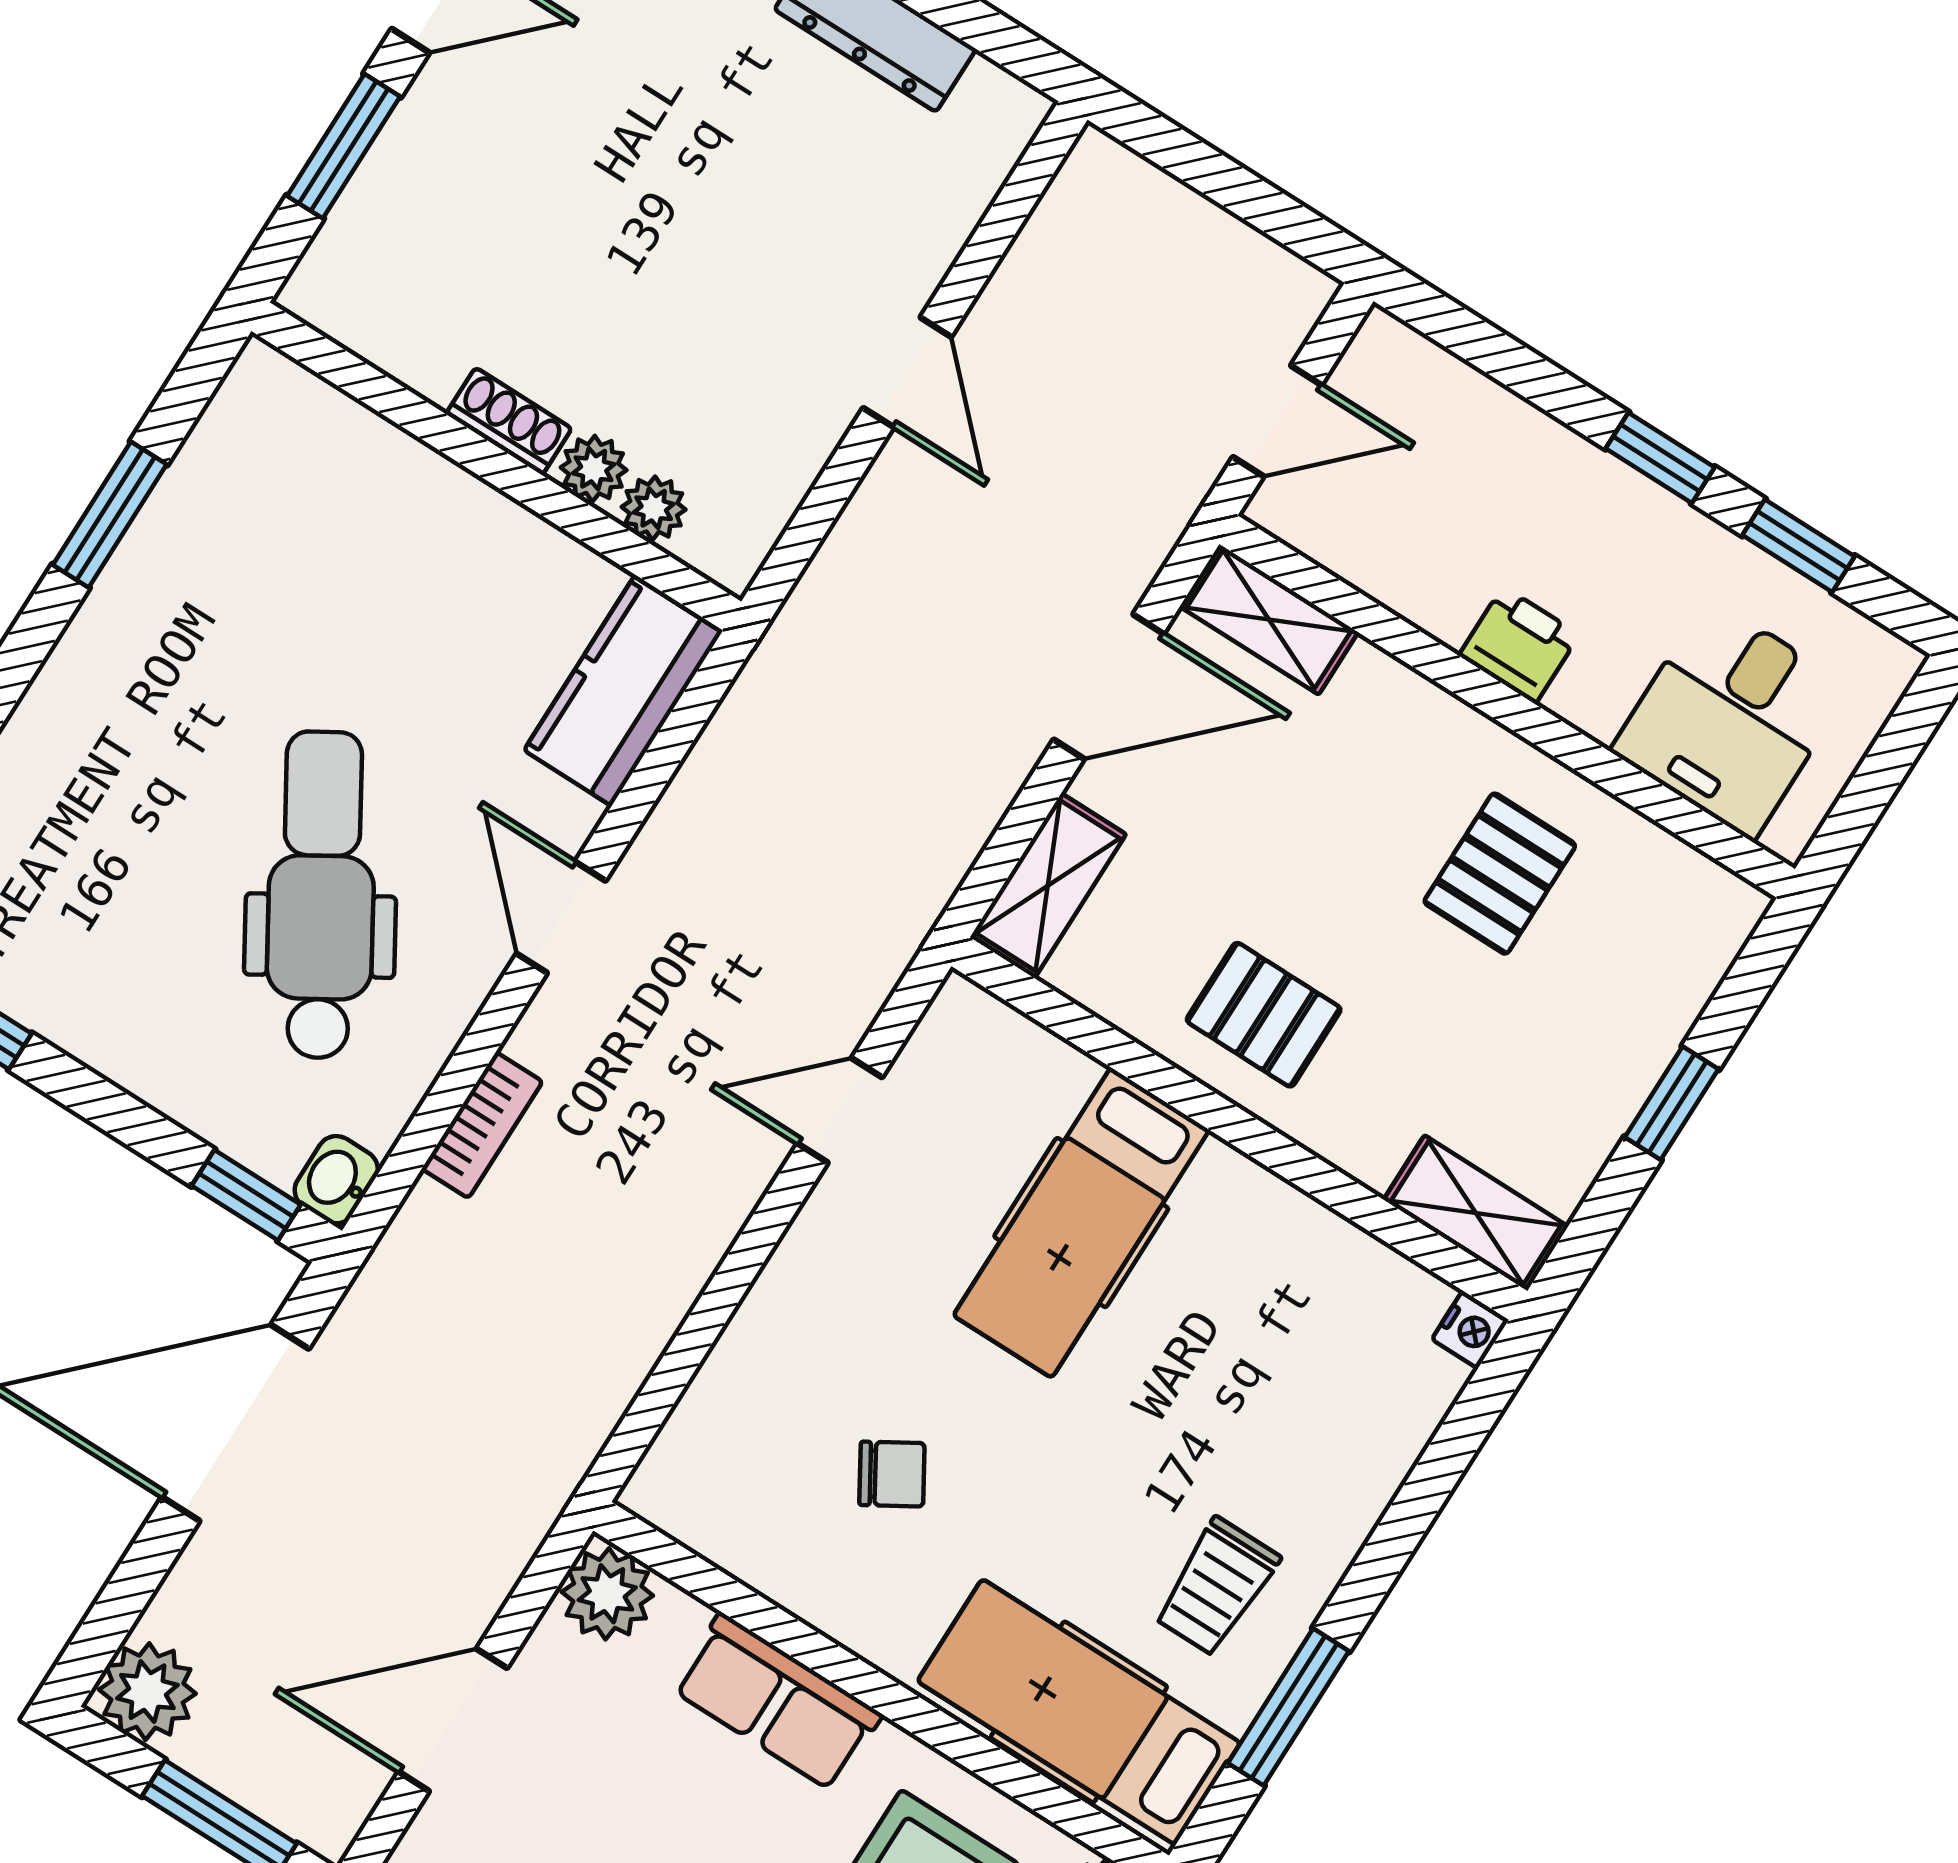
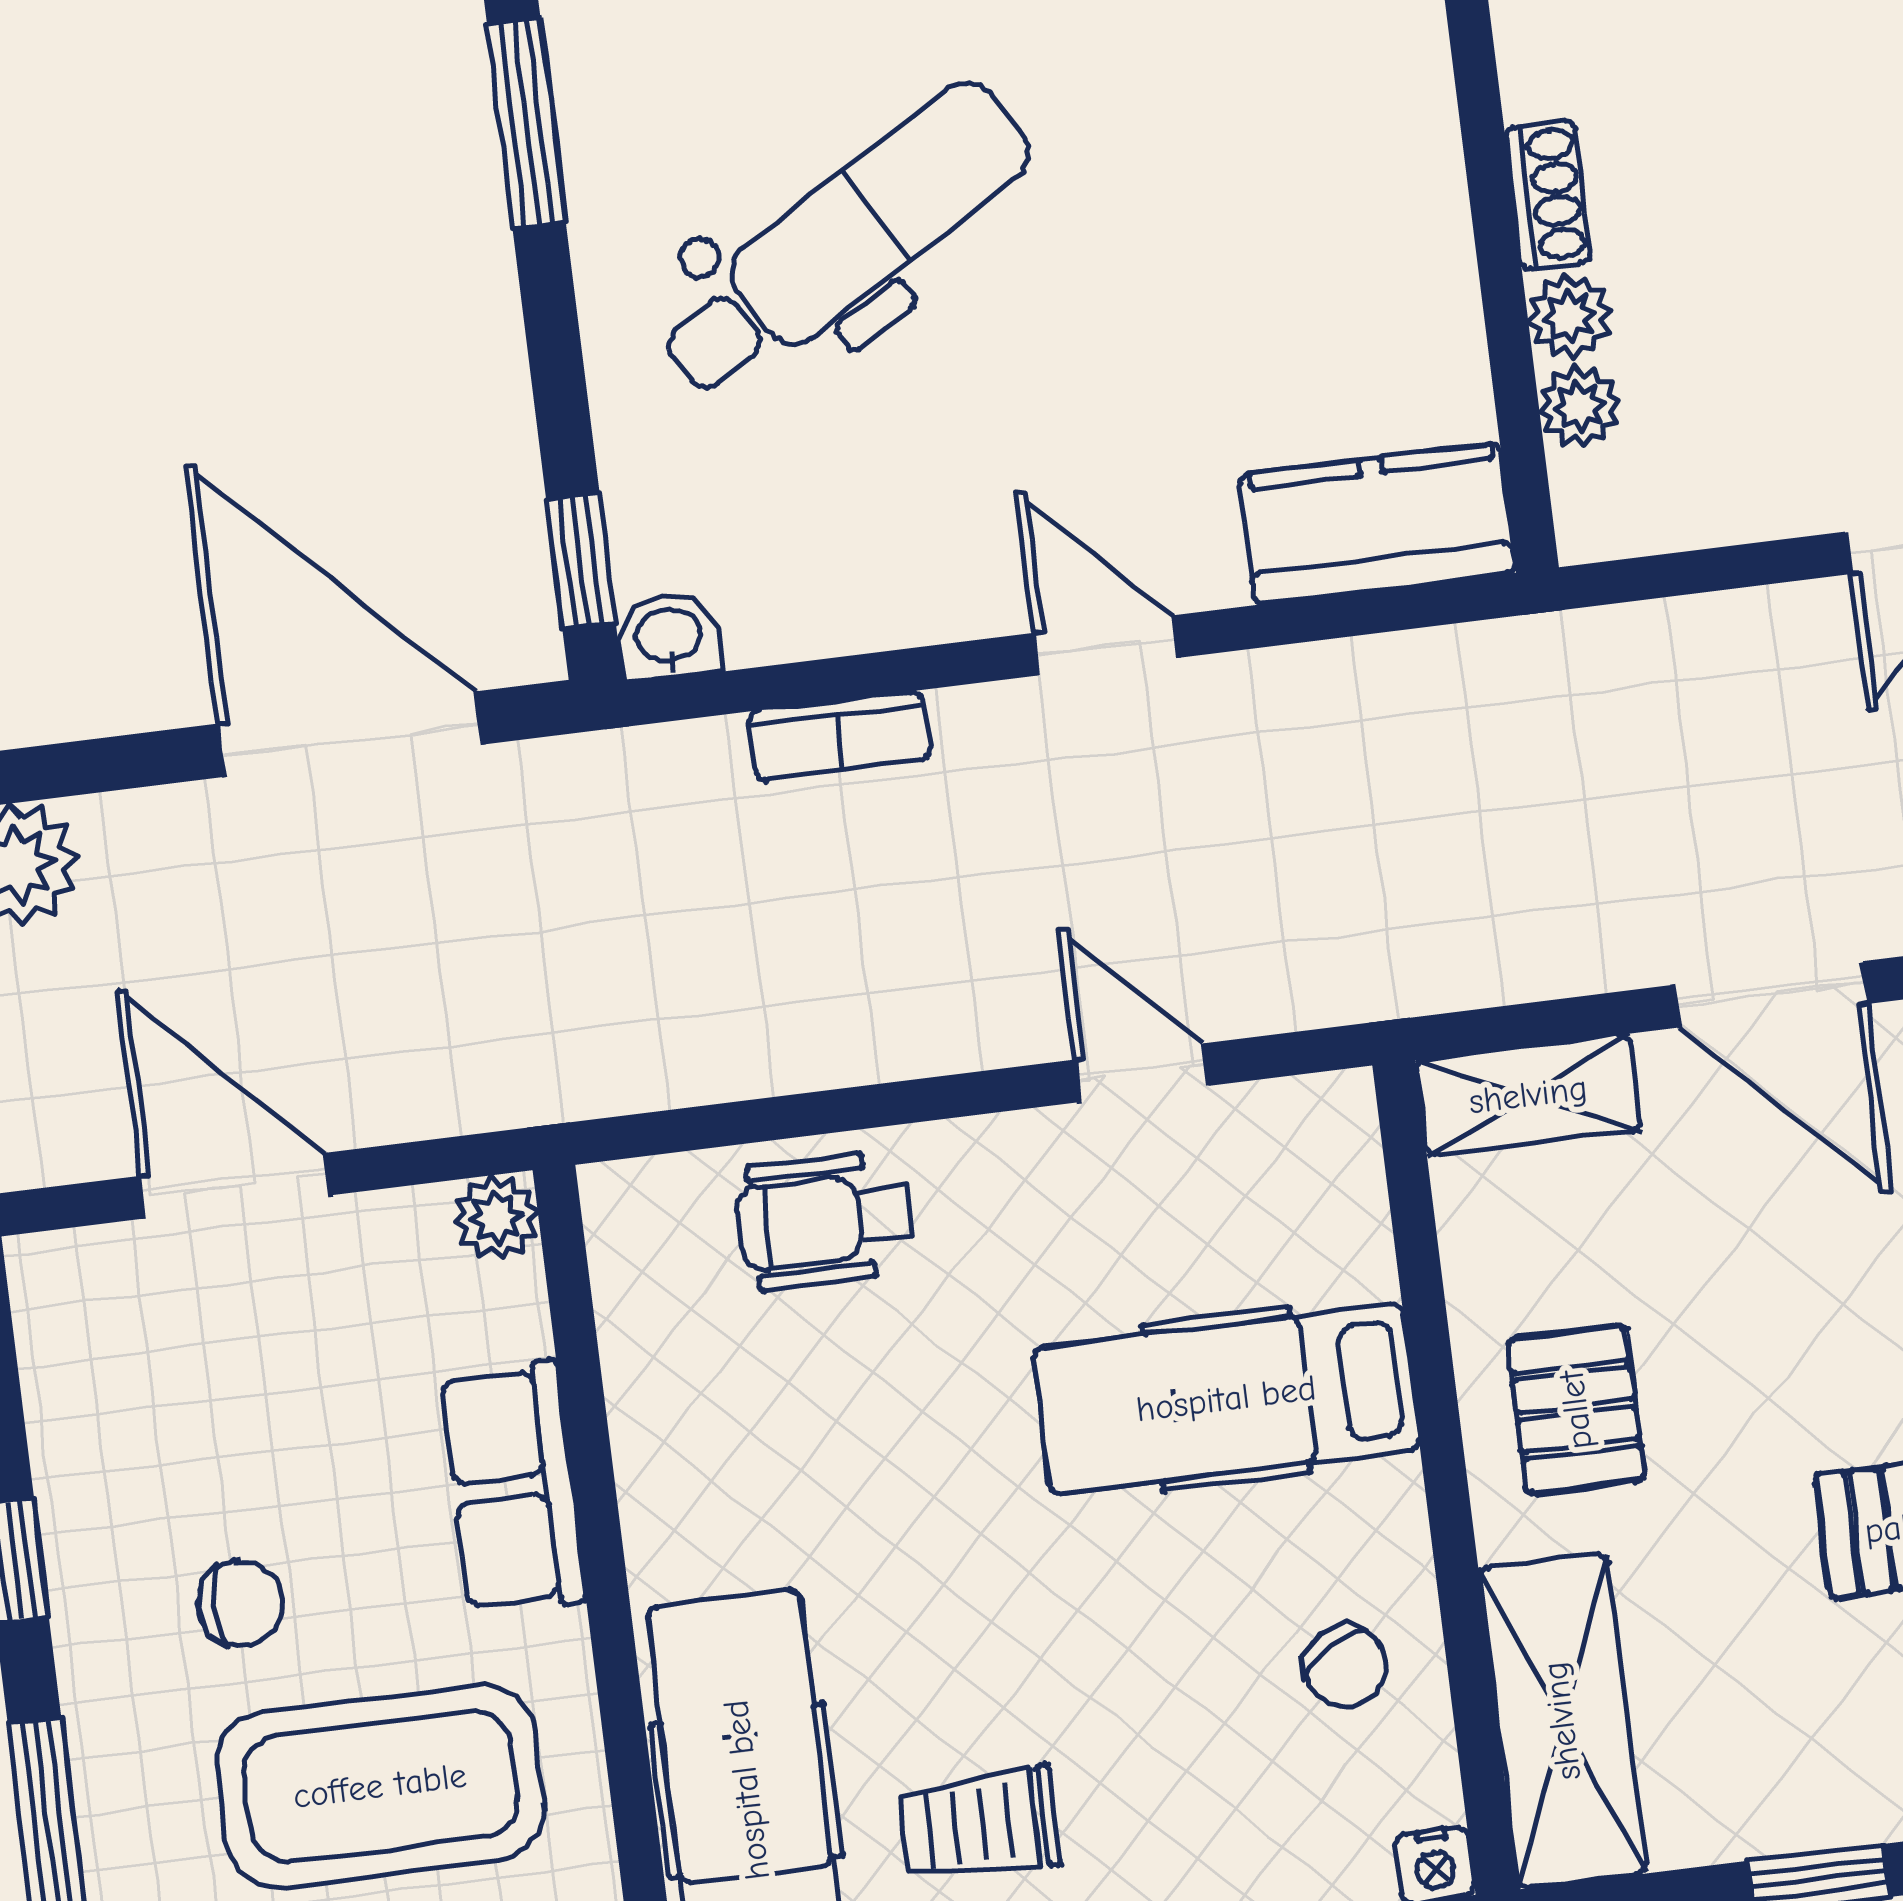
dental chair: (321, 895) -> (844, 241), moved
door: (561, 917) -> (1106, 645), hinge flipped
shelving: (1476, 1213) -> (1562, 1721), width x1.50, depth x1.33
wheelchair: (771, 1378) -> (825, 1220), added
chair: (892, 1474) -> (1346, 1667), moved
plant: (607, 1594) -> (496, 1217), width x0.73, depth x0.73

